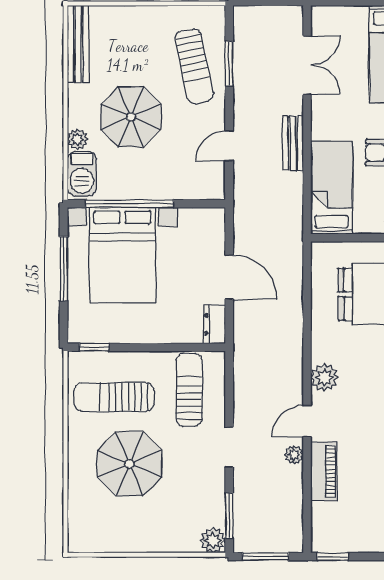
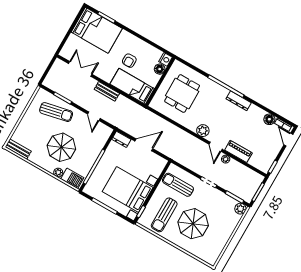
bench: (78, 44) -> (18, 149), width x0.73
bed with nightstands: (122, 255) -> (128, 190), moved, turned 180
dresser: (215, 324) -> (121, 139), moved

